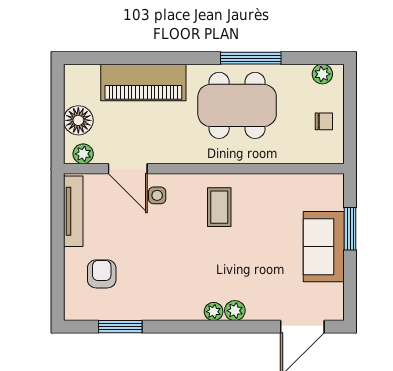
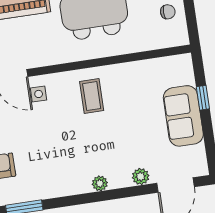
window: (350, 229) -> (203, 98), width x0.67
plant: (235, 311) -> (141, 177), moved

